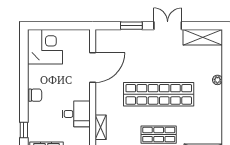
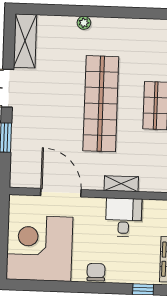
corner desk: (45, 47) -> (39, 248), width x1.36, depth x1.36
shelving: (101, 127) -> (121, 184), moved

